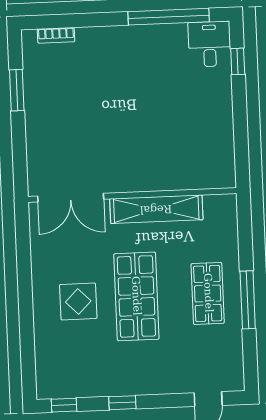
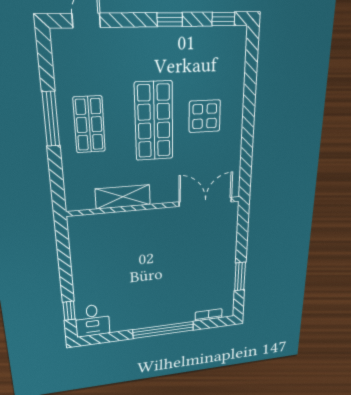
window: (169, 17) -> (163, 330), moved
shelving: (156, 209) -> (123, 197), width x0.68

